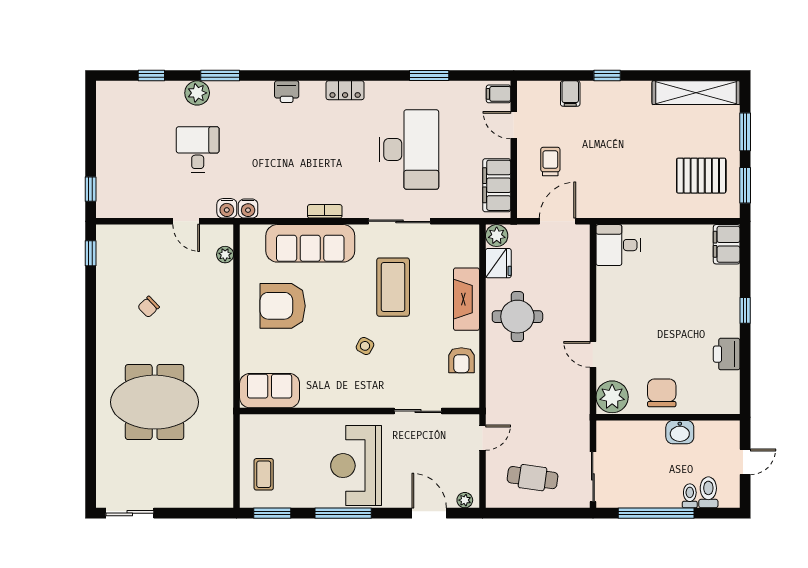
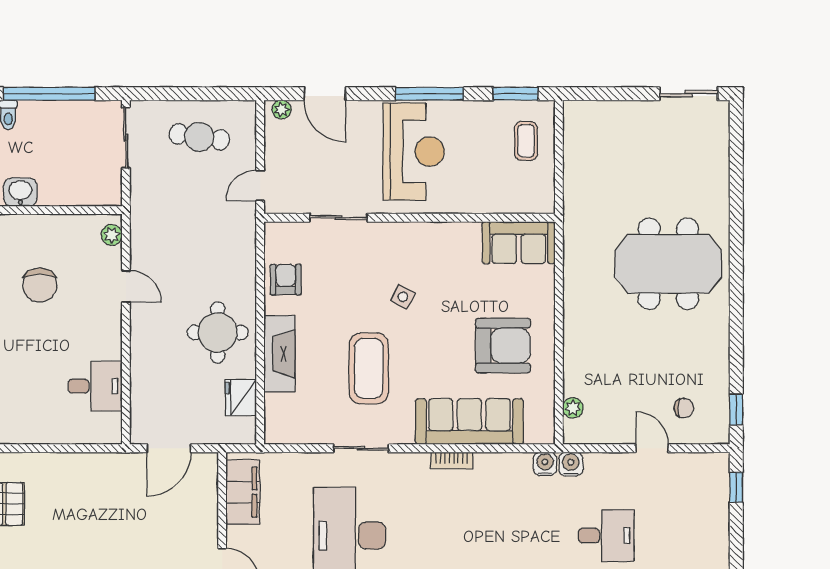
desk: (198, 149) -> (606, 536), turned -90
trolley: (550, 162) -> (178, 521), removed
door: (186, 221) -> (652, 448), moved
sliding door: (399, 221) -> (361, 448), width x0.73
plant: (497, 236) -> (243, 431), removed
desk: (618, 245) -> (95, 386), moved
chair: (149, 307) -> (684, 408), moved, turned 44
chair: (662, 393) -> (40, 285), moved
plant: (612, 397) -> (112, 235), width x0.53, depth x0.53
meeting table: (155, 402) -> (668, 264), moved

